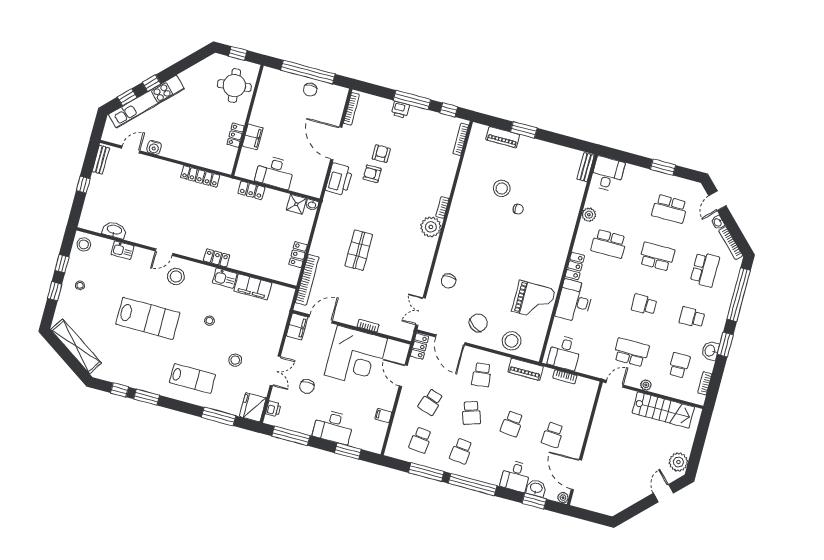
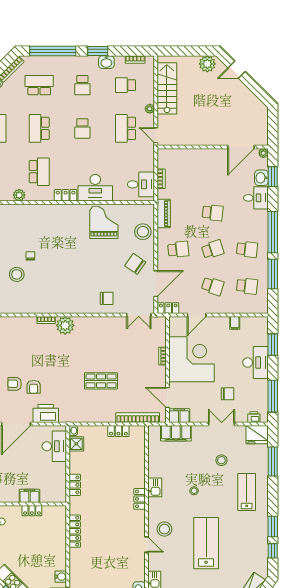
desk: (275, 172) -> (54, 446), moved
filing cabinet: (253, 287) -> (176, 433), moved, turned 90
school desk: (553, 435) -> (213, 176), removed

